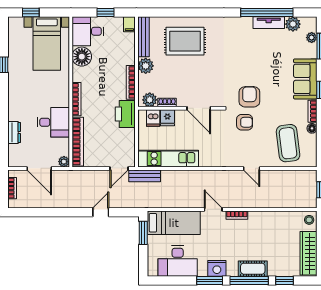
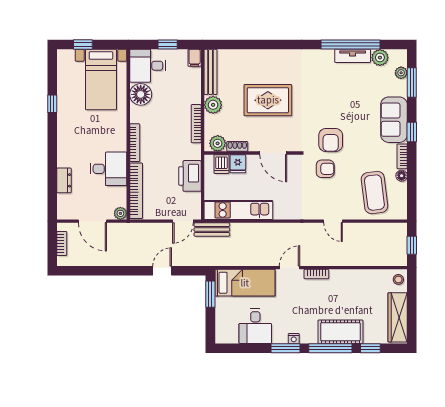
rug: (185, 41) -> (268, 100), moved
armchair: (249, 97) -> (331, 140), turned 180
printer: (125, 114) -> (190, 176), moved
door: (213, 209) -> (289, 268), hinge flipped
desk: (178, 261) -> (255, 326), width x0.73
nightstand: (217, 268) -> (294, 339), width x0.53, depth x0.56
cot: (253, 269) -> (340, 332), width x1.37, depth x1.34

